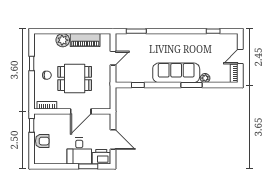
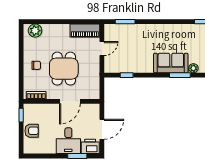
plant: (63, 40) -> (35, 31), moved
piano: (85, 40) -> (85, 30), moved
window: (32, 63) -> (21, 54), removed
sofa: (176, 73) -> (171, 63), width x0.73
dining table: (75, 78) -> (64, 69), turned 90
door: (113, 139) -> (102, 129), hinge flipped

